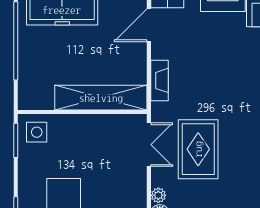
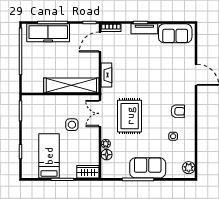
side table: (37, 132) -> (72, 125), moved
double door: (149, 145) -> (100, 113), swing flipped

